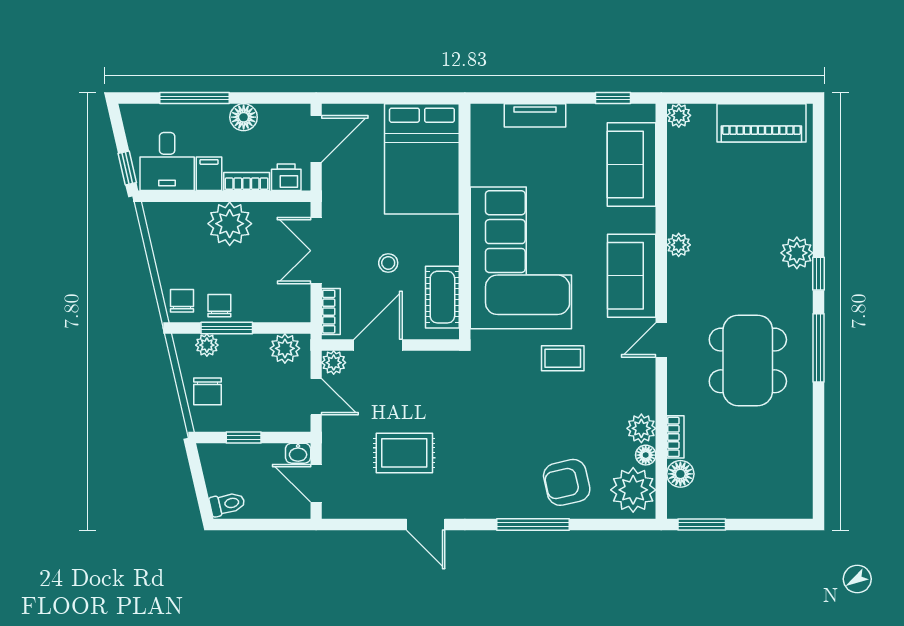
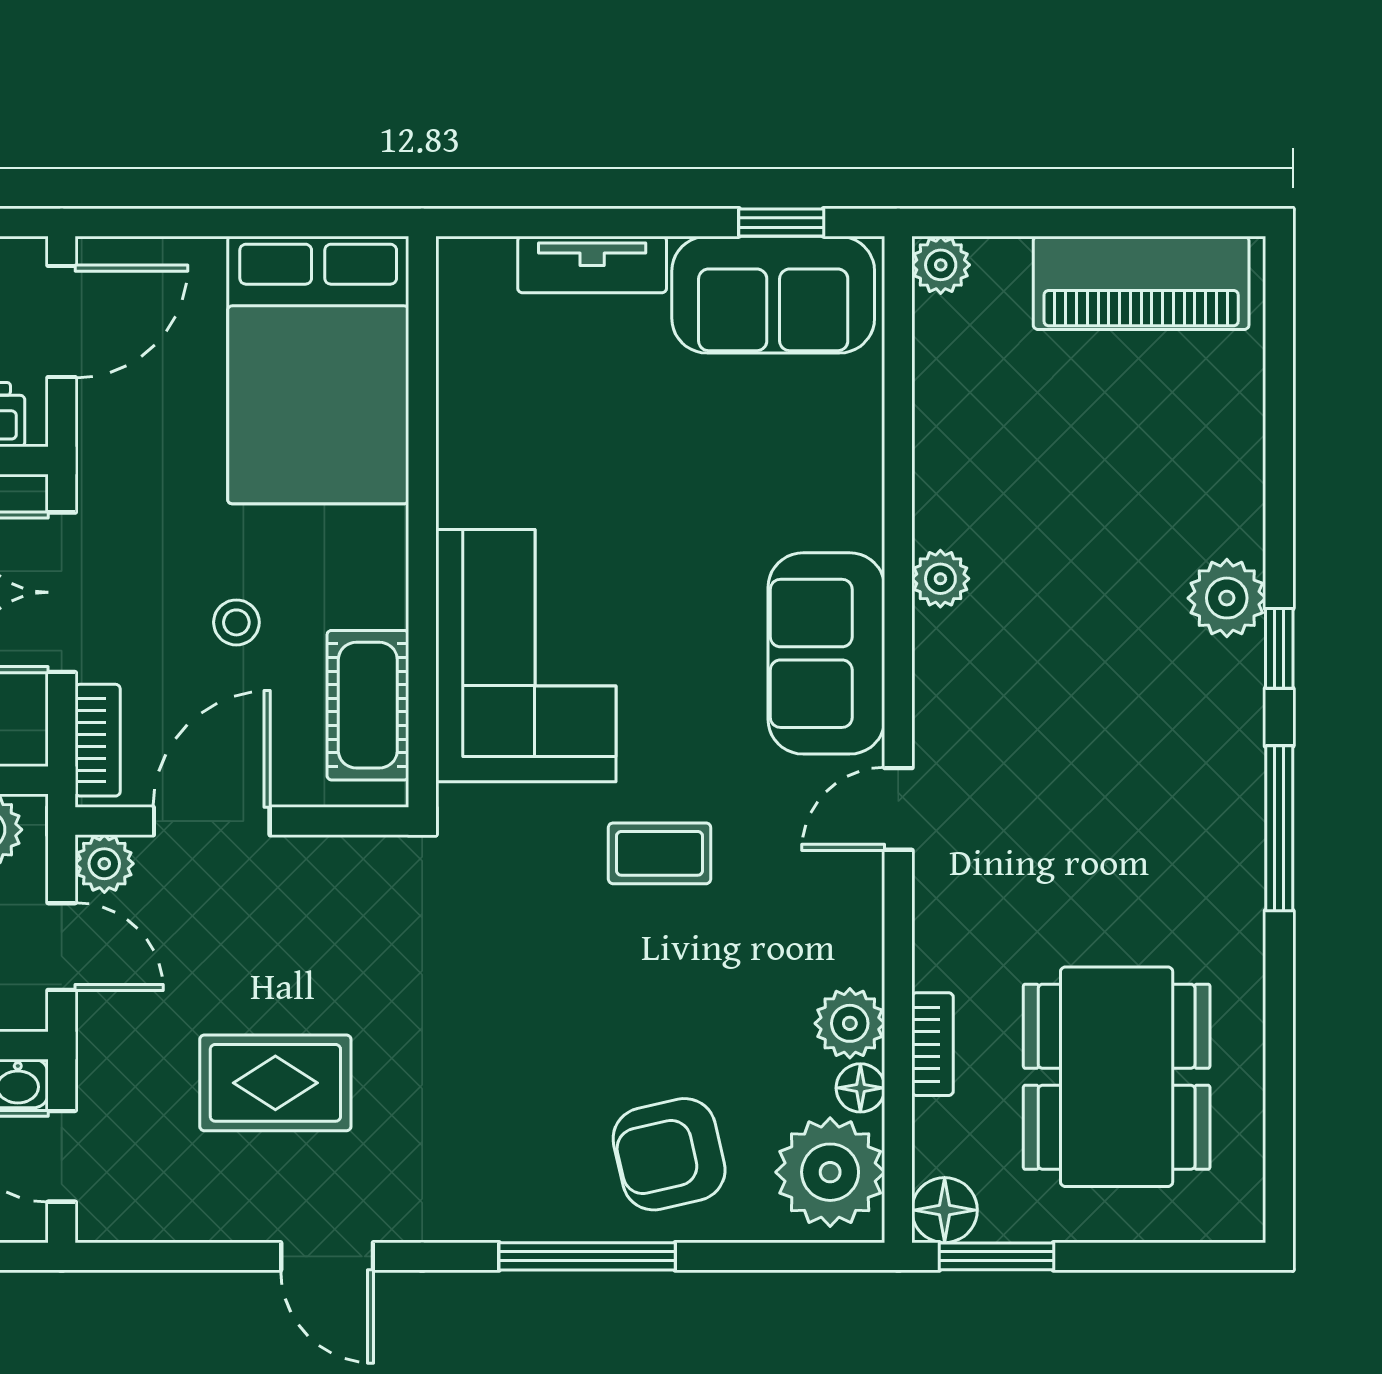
sofa: (632, 164) -> (773, 295), moved, turned -90
corner sofa: (521, 258) -> (526, 656), width x0.73, depth x0.74
dining table: (748, 360) -> (1117, 1077), moved
floor lamp: (680, 474) -> (945, 1210), moved

